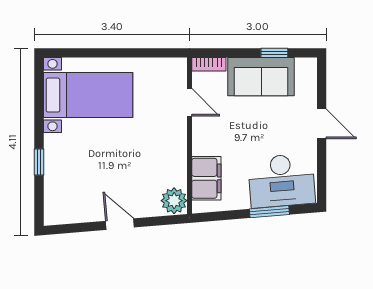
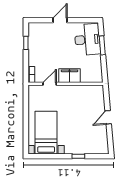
sofa: (261, 77) -> (37, 49), removed
filing cabinet: (206, 178) -> (69, 76), moved
plant: (174, 201) -> (97, 91), removed

